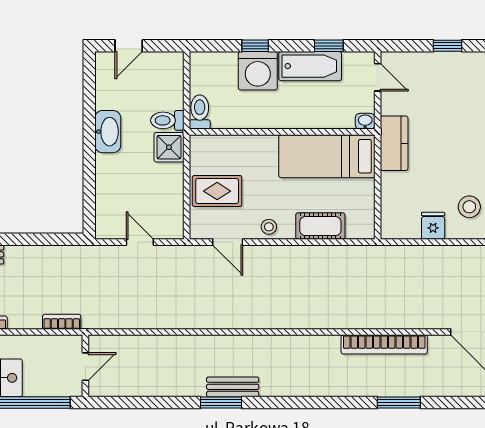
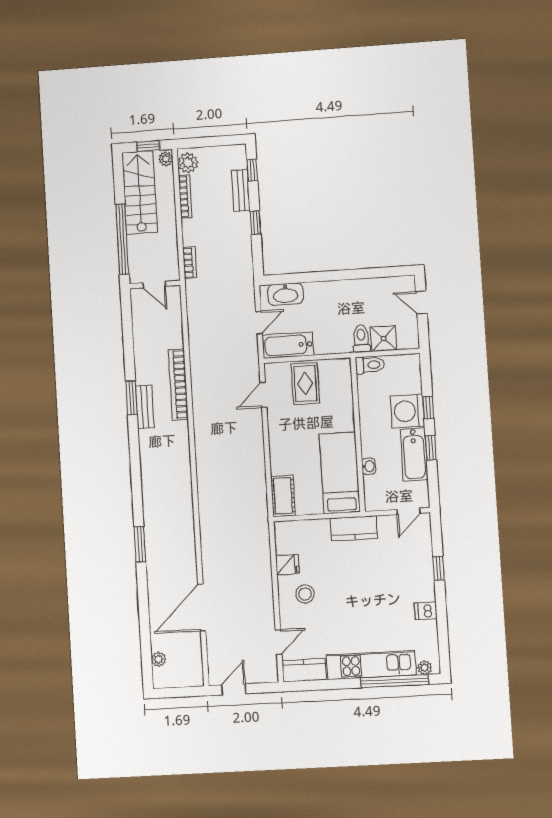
window: (329, 46) -> (431, 448), moved
washbasin: (365, 121) -> (369, 466), moved
washbasin: (108, 132) -> (286, 294), moved
shower: (169, 147) -> (384, 338), moved
bathtub: (170, 209) -> (288, 345), added
cot: (320, 226) -> (283, 496), moved
stool: (269, 227) -> (278, 428), removed
window: (19, 239) -> (255, 223), added
bookcase: (384, 344) -> (178, 385), moved

